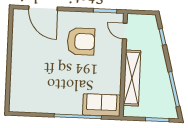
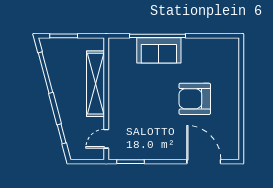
door: (125, 31) -> (106, 139), swing flipped
armchair: (81, 41) -> (195, 99), moved
sofa: (102, 105) -> (159, 50), moved

